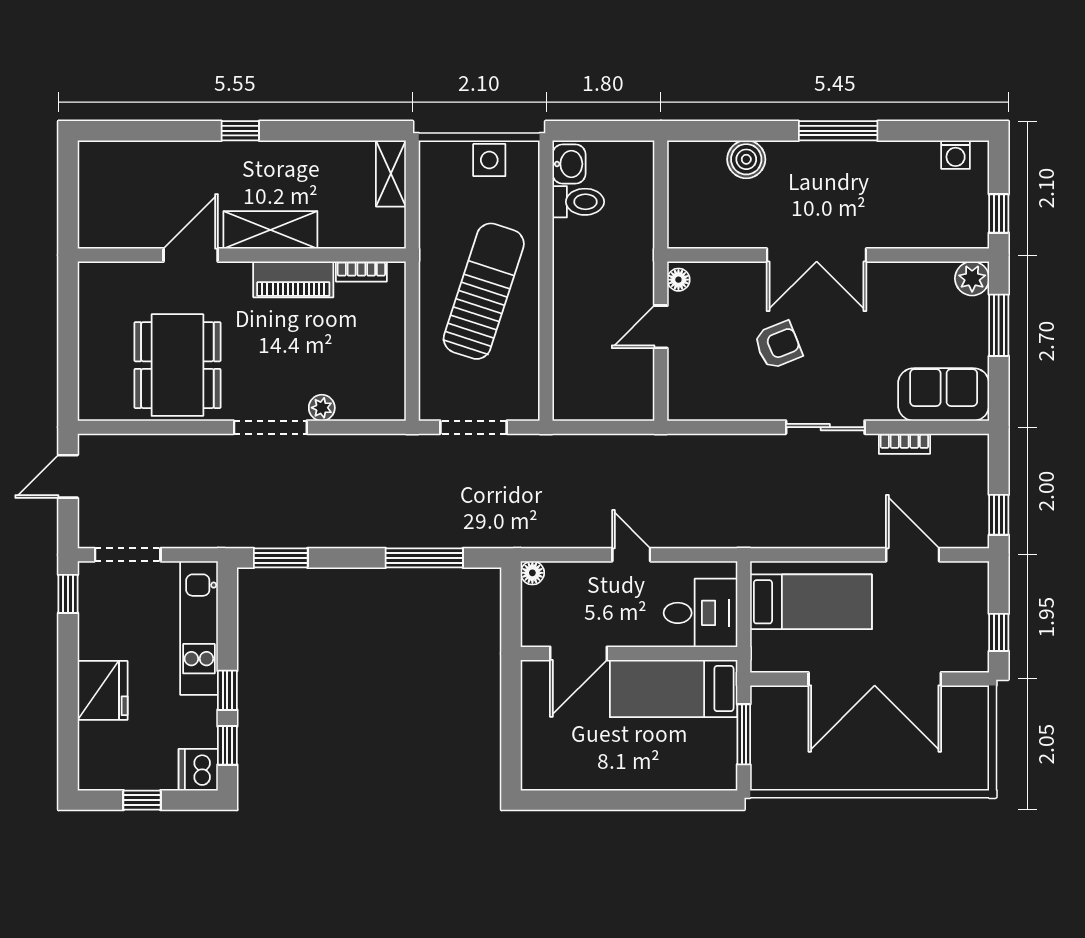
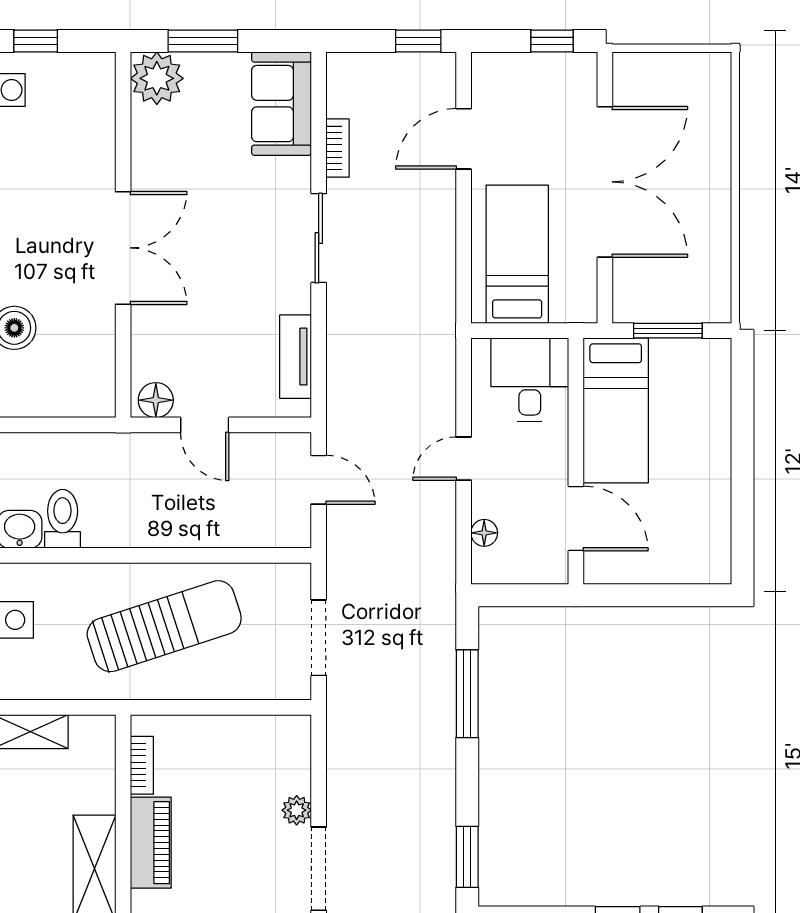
window: (999, 214) -> (36, 41), moved
plant: (972, 278) -> (157, 78), width x1.36, depth x1.36
floor lamp: (678, 280) -> (156, 400), width x1.37, depth x1.37
sun lounger: (484, 291) -> (164, 626), turned 144
armchair: (778, 345) -> (225, 292), removed
tv unit: (721, 407) -> (296, 357), added
door: (613, 427) -> (319, 480), added
floor lamp: (532, 573) -> (484, 533), moved

